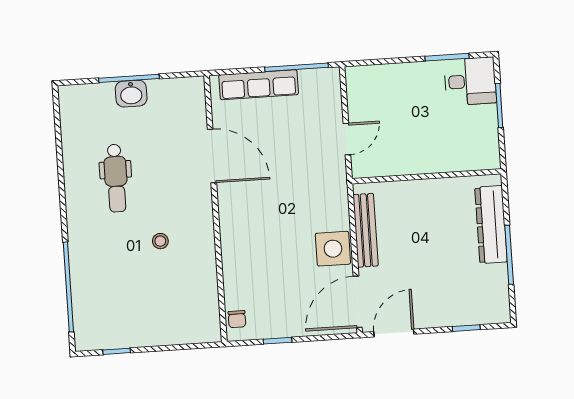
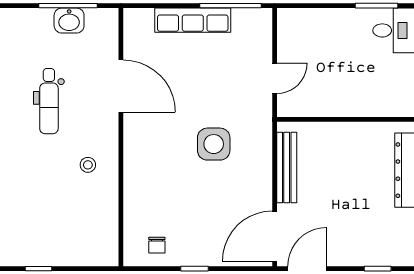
door: (212, 156) -> (121, 86), moved
wall: (215, 209) -> (121, 137), moved
side table: (333, 249) -> (214, 144), moved

